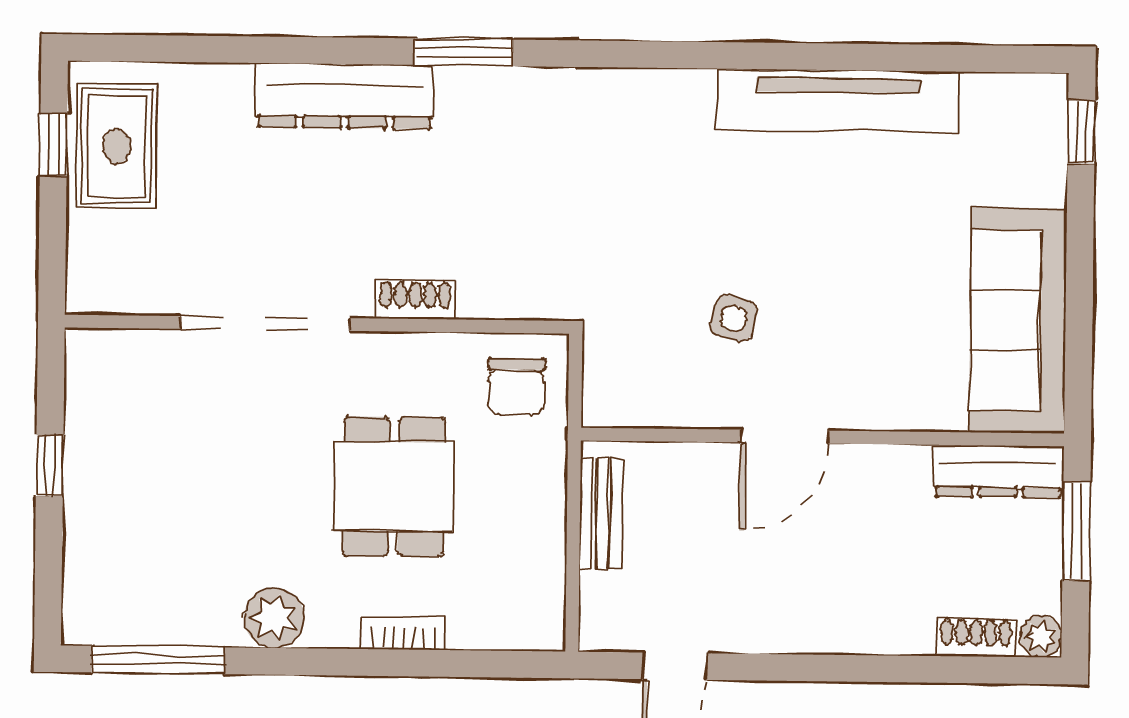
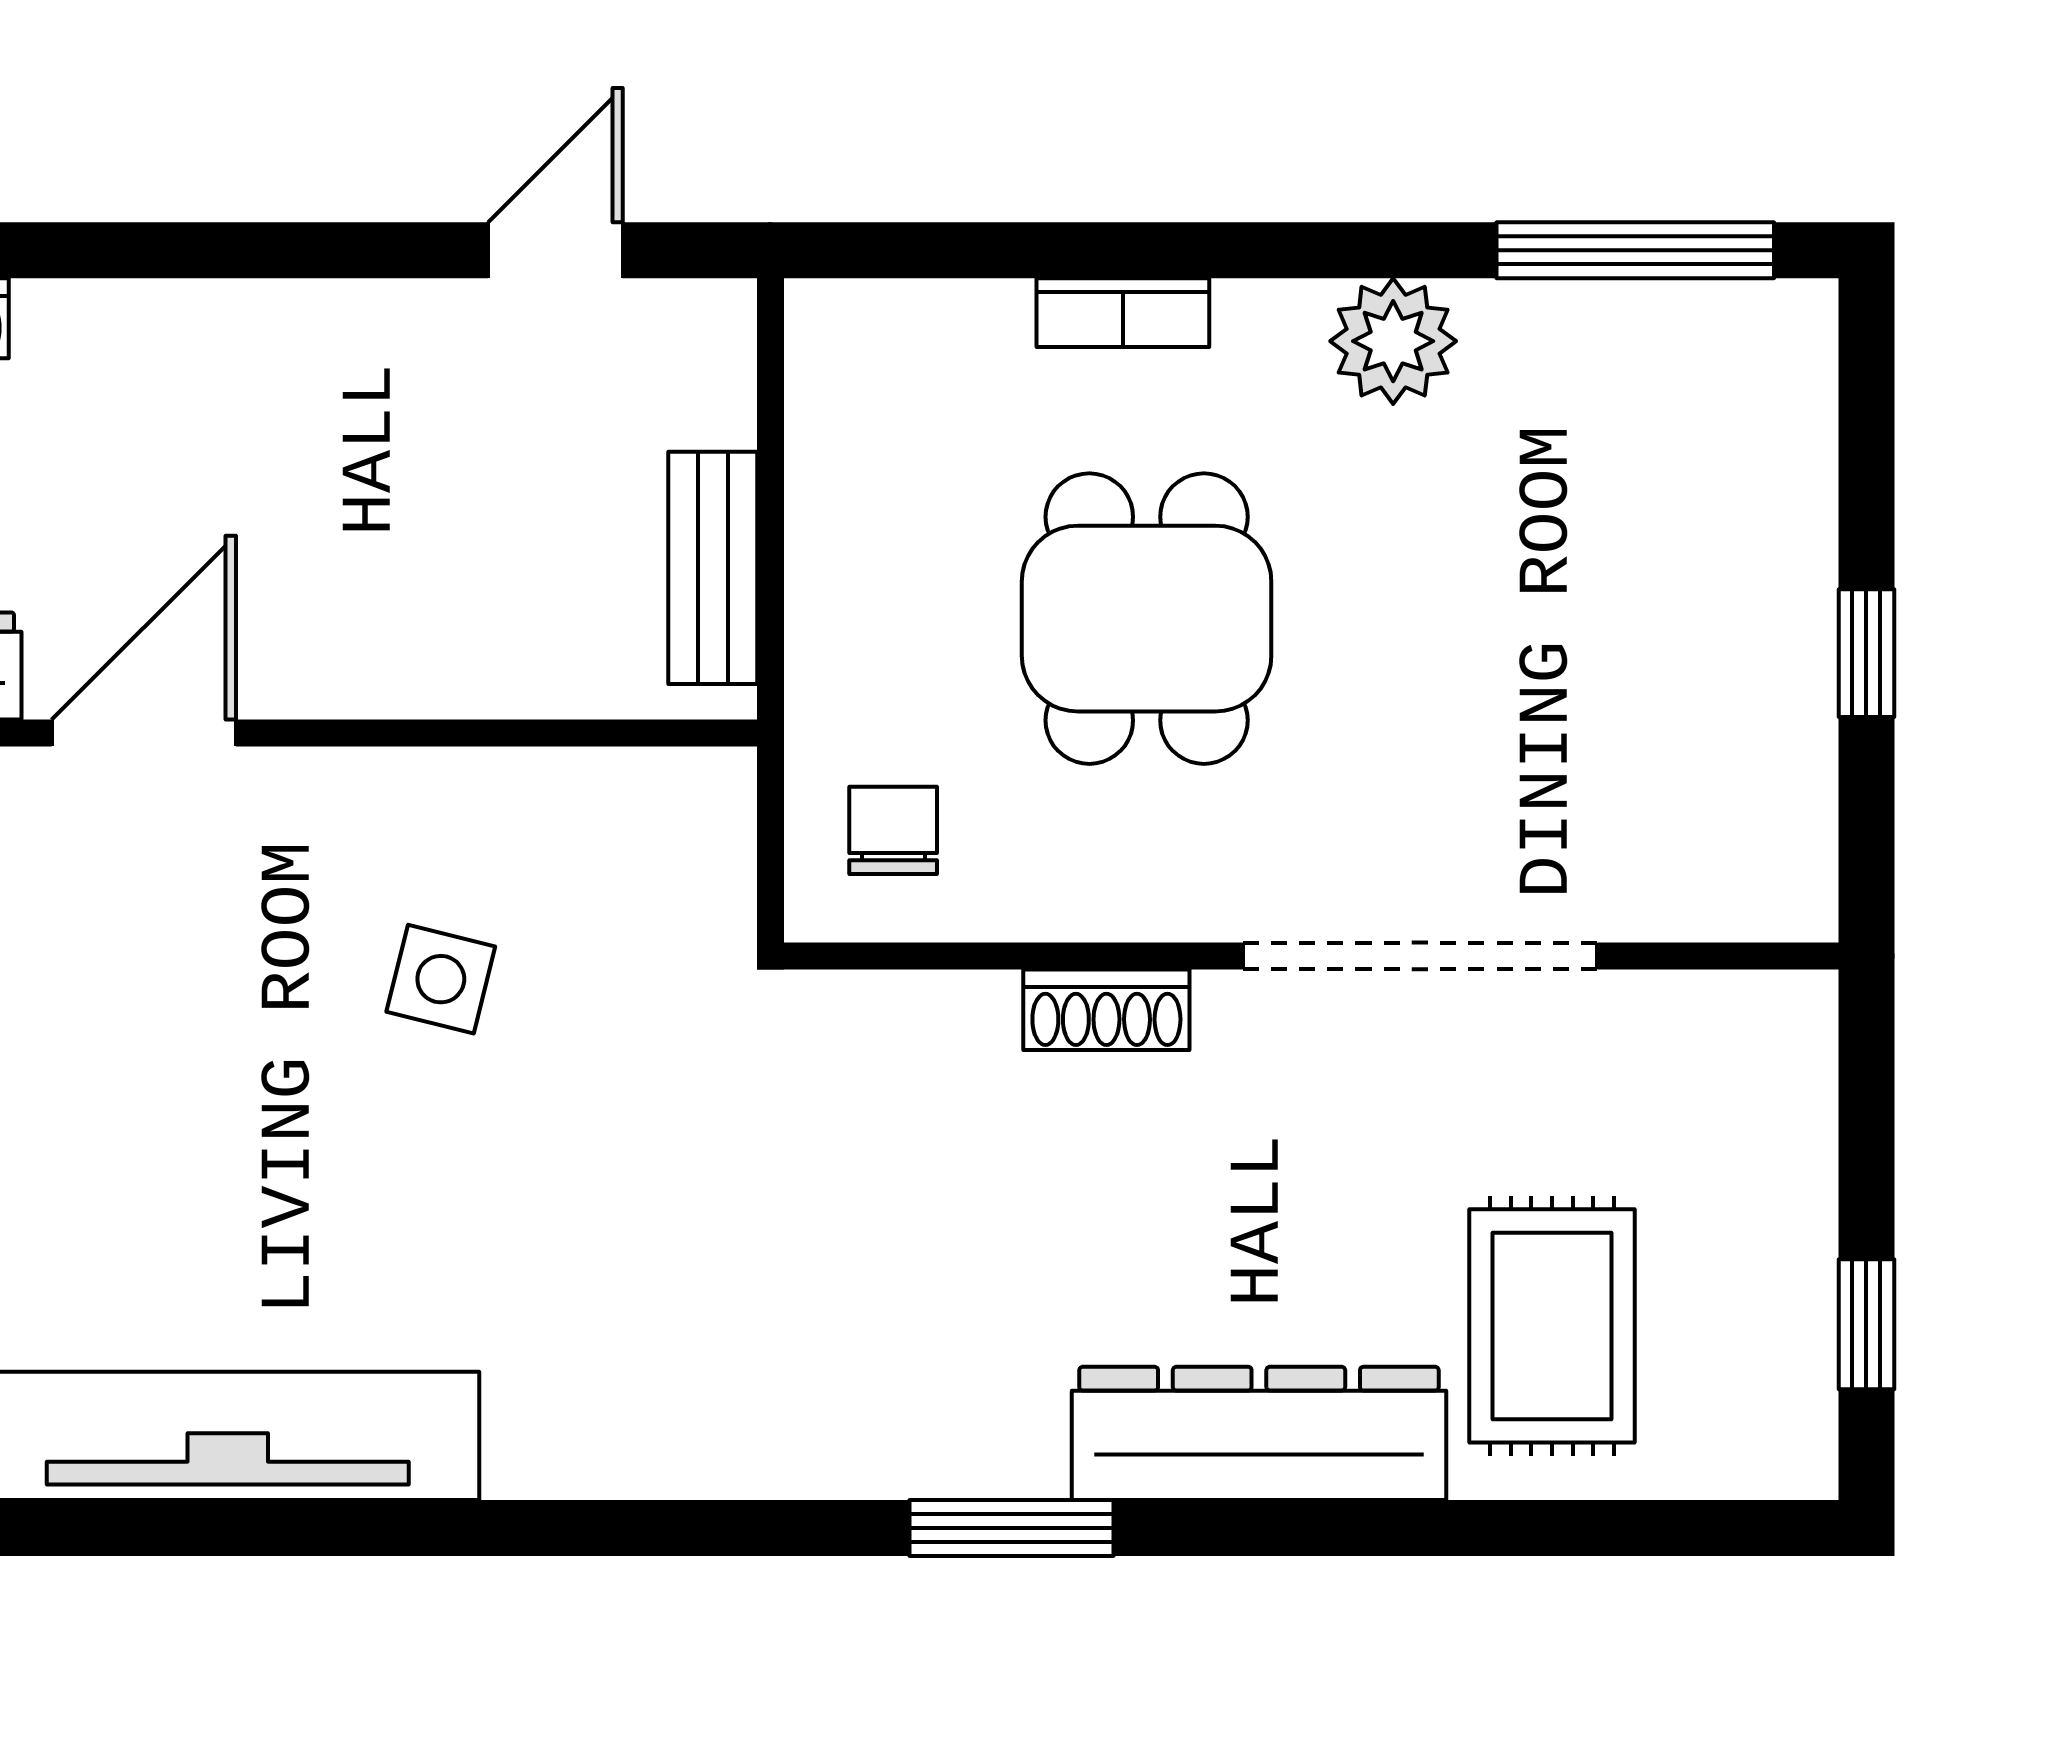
rug: (117, 146) -> (1552, 1326), moved
chair: (516, 387) -> (893, 830), width x0.73, depth x0.73
door: (785, 437) -> (144, 733), moved

